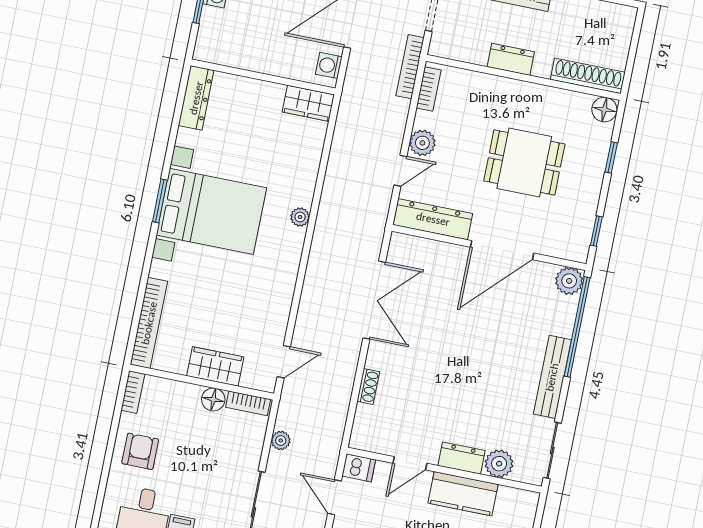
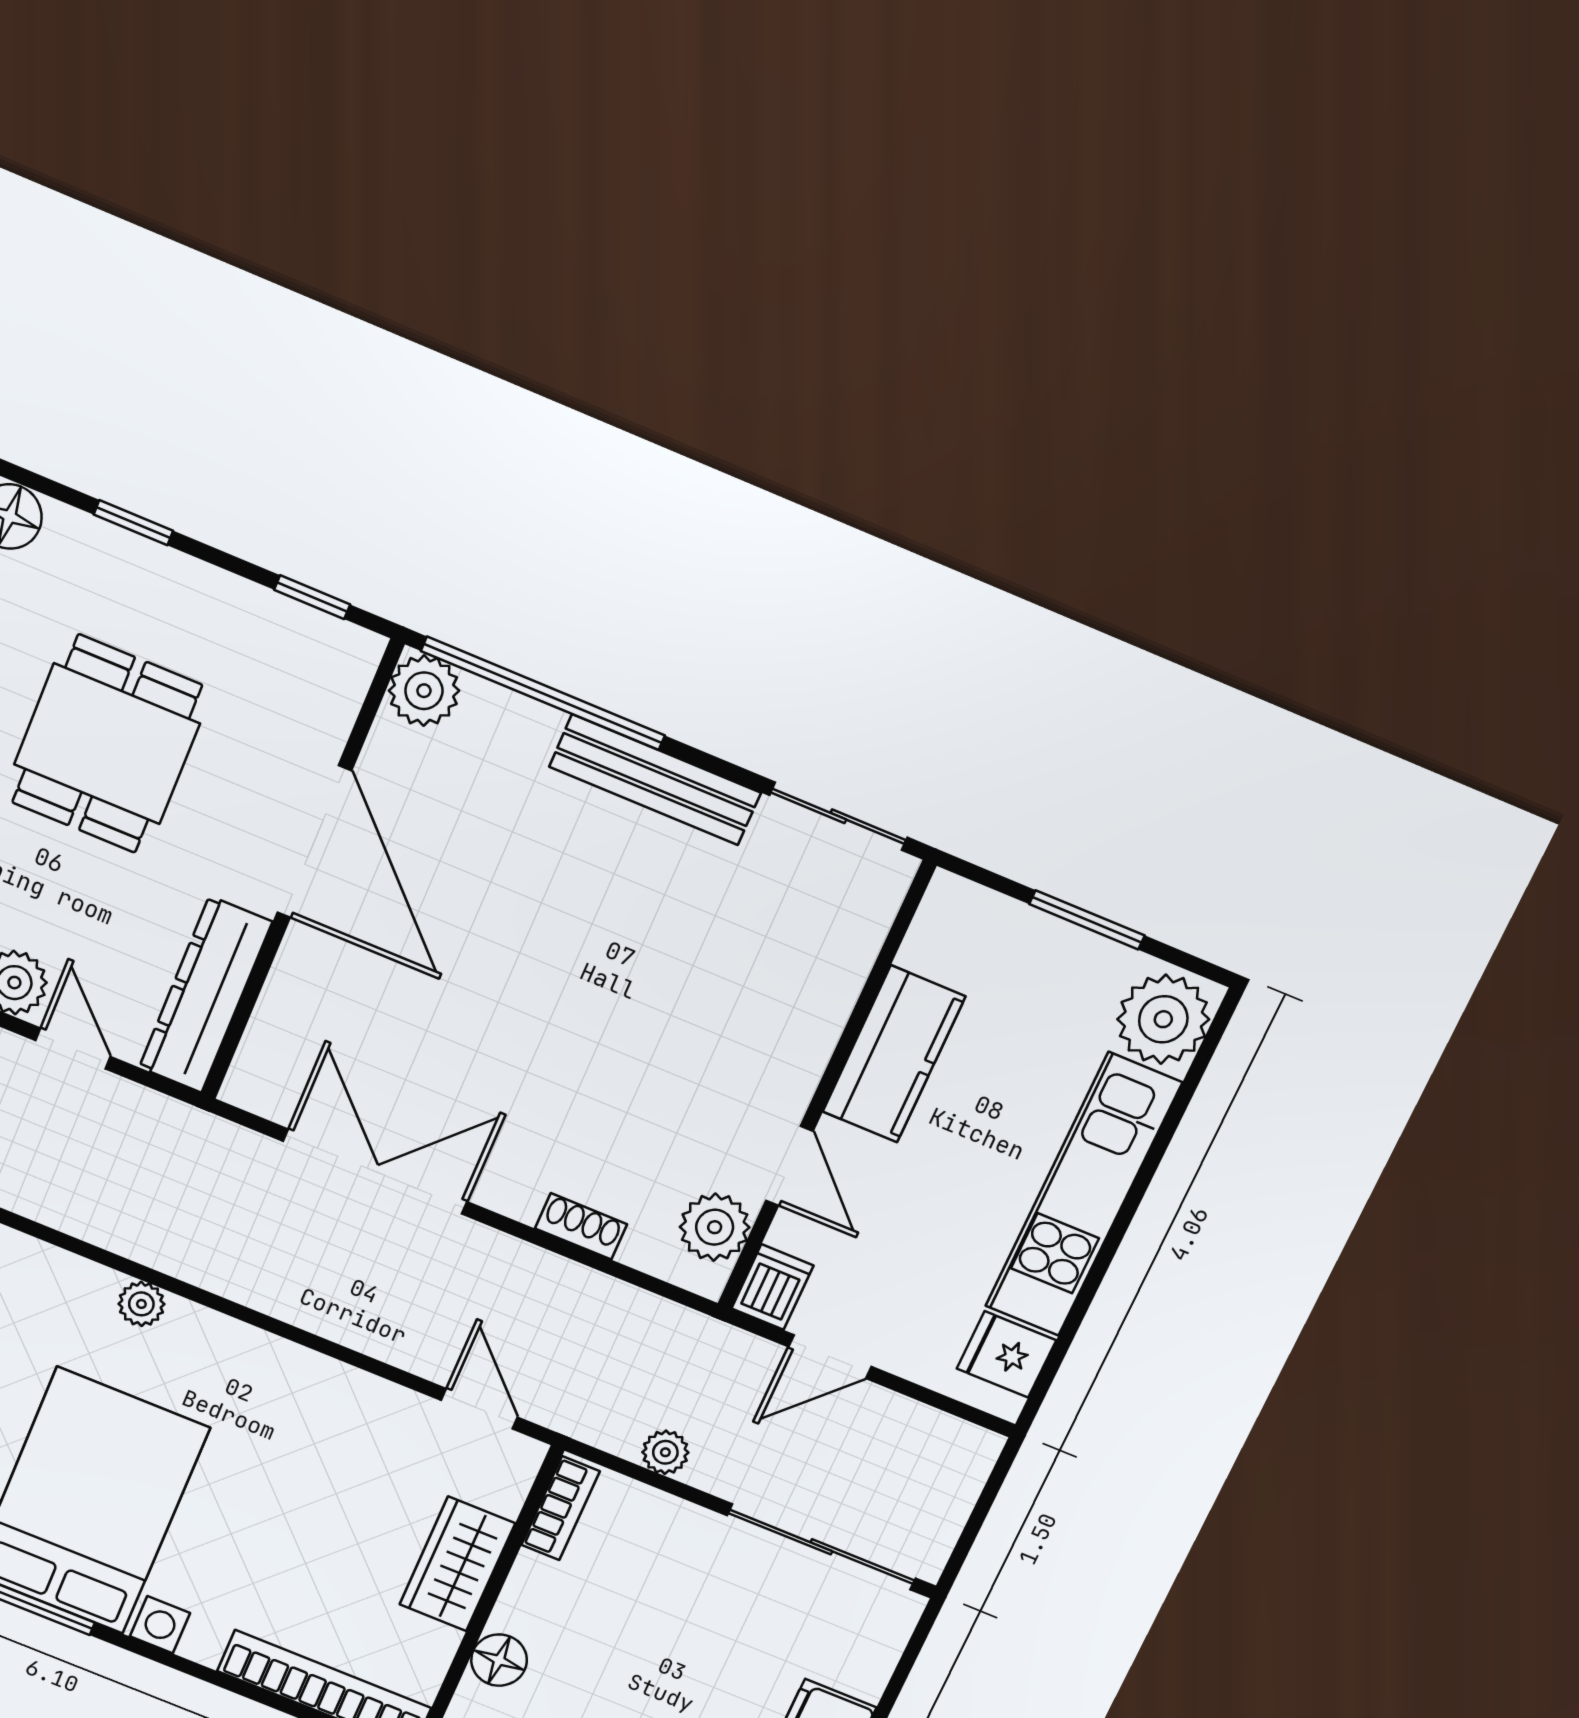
floor lamp: (213, 399) -> (499, 1660), moved
dresser: (462, 458) -> (806, 1041), removed
plant: (499, 464) -> (715, 1227), moved

